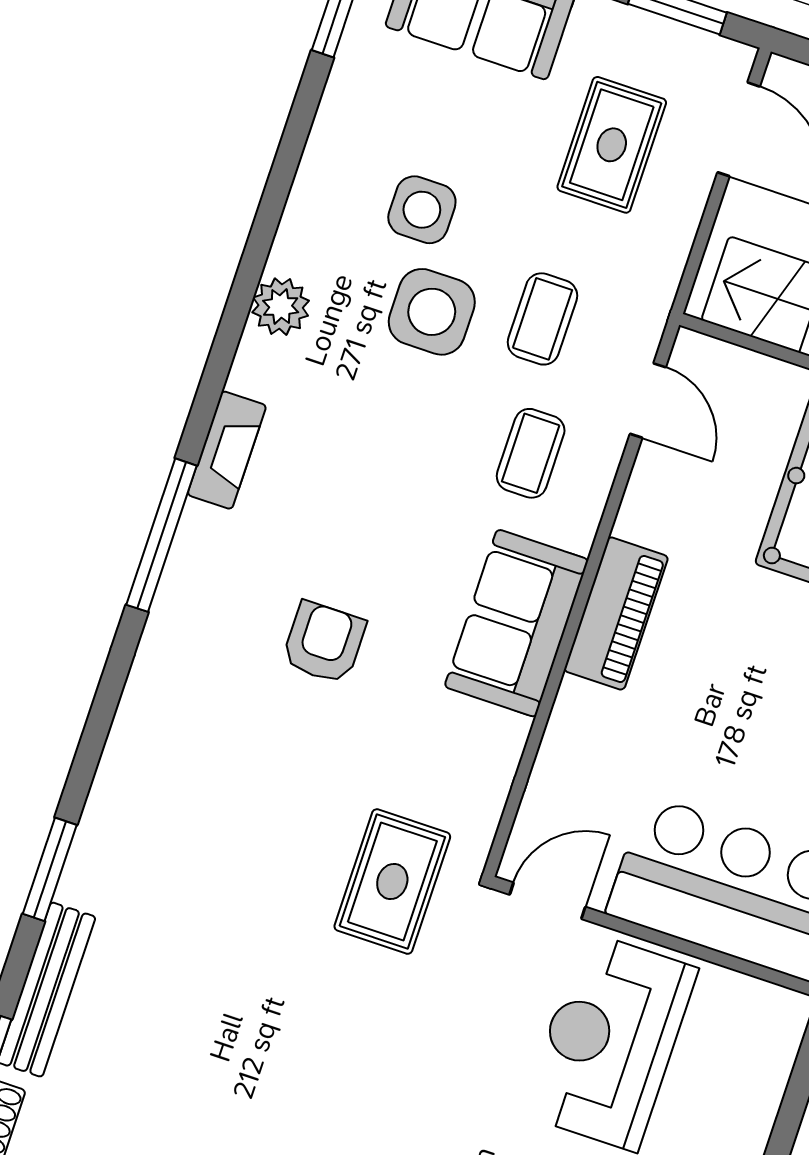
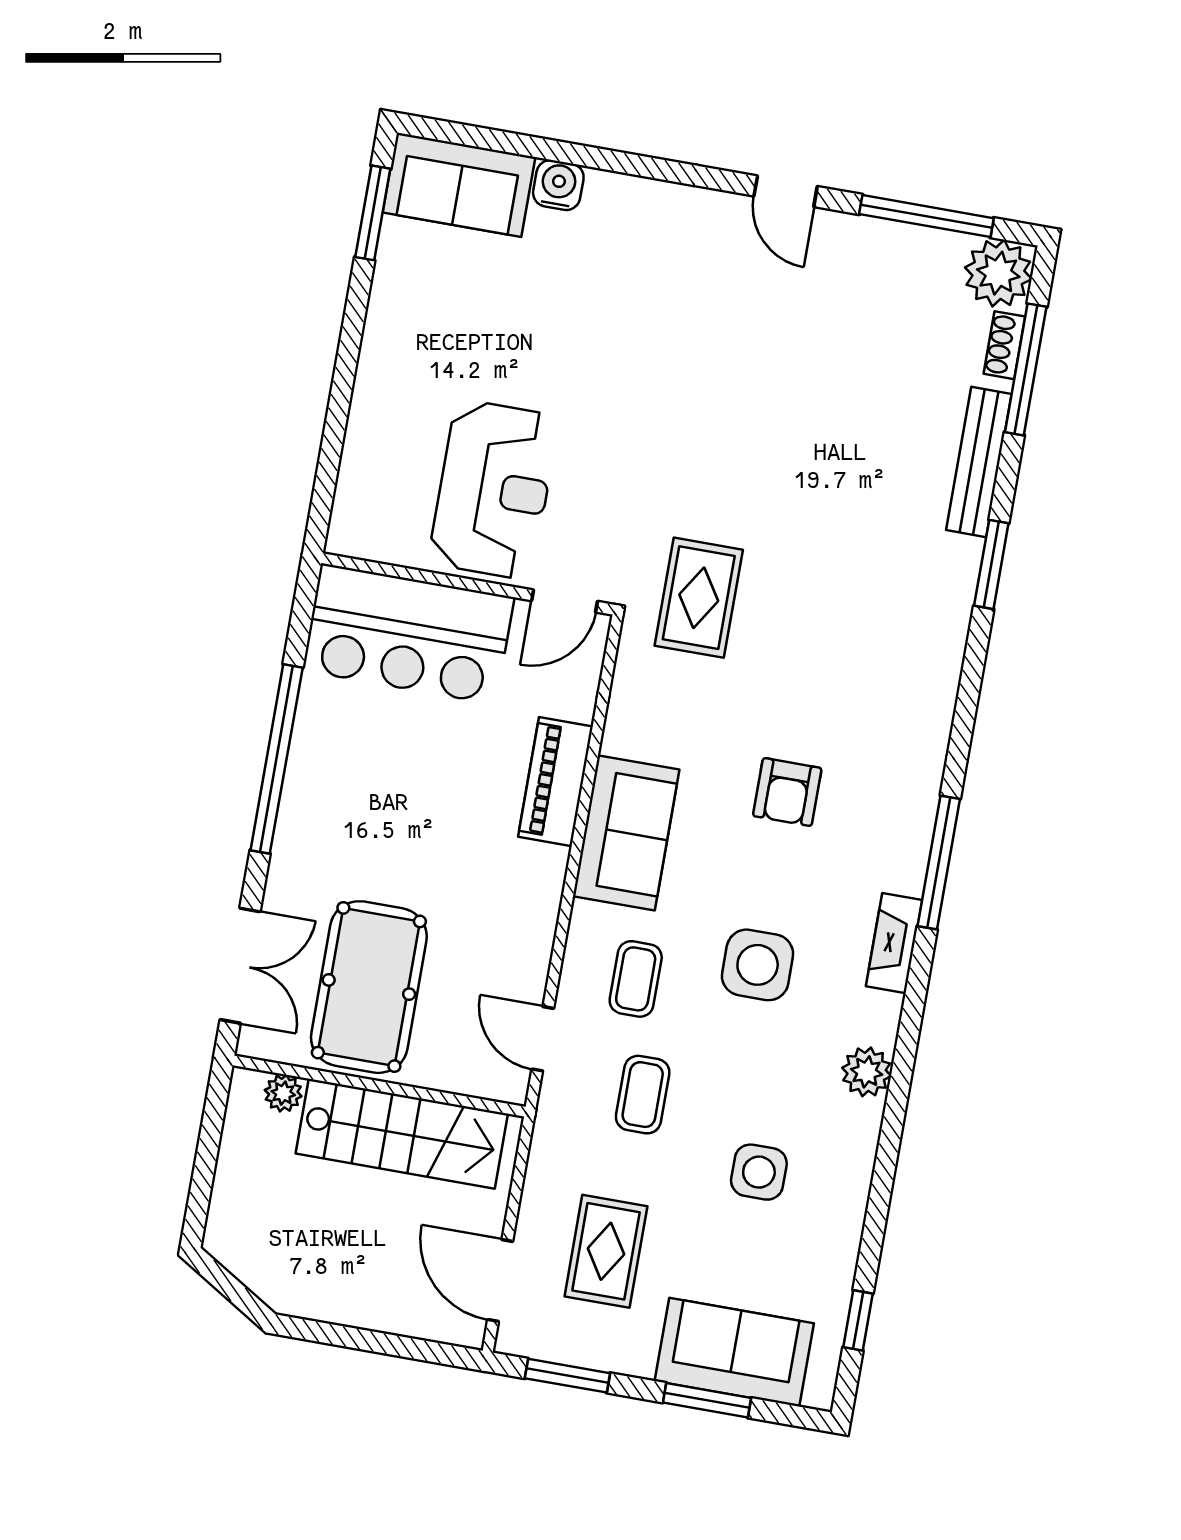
side table: (432, 312) -> (758, 965), moved
piano: (616, 614) -> (556, 782), moved

